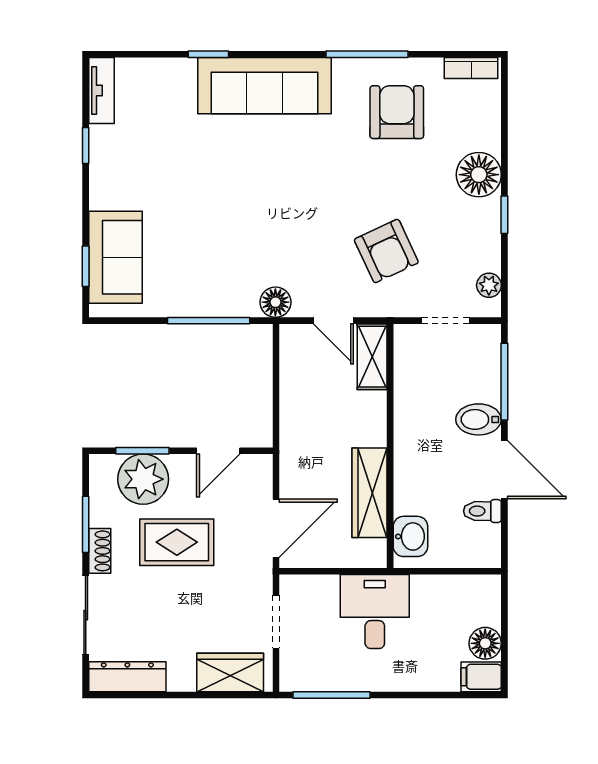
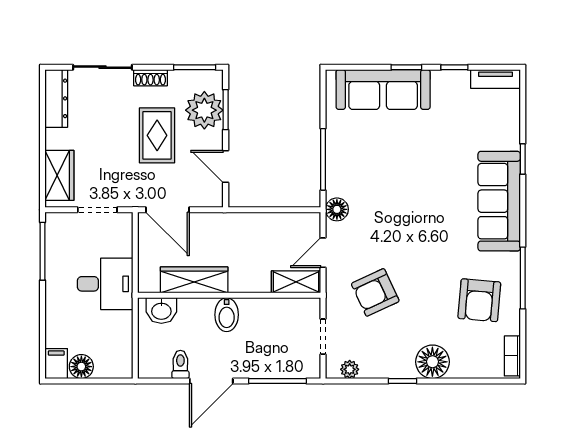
armchair: (397, 112) -> (479, 300), turned 95
sofa: (116, 257) -> (383, 89), width x1.36
window: (86, 266) -> (406, 67), moved
bidet: (479, 419) -> (227, 315), moved, turned 180
window: (86, 524) -> (195, 67), moved

